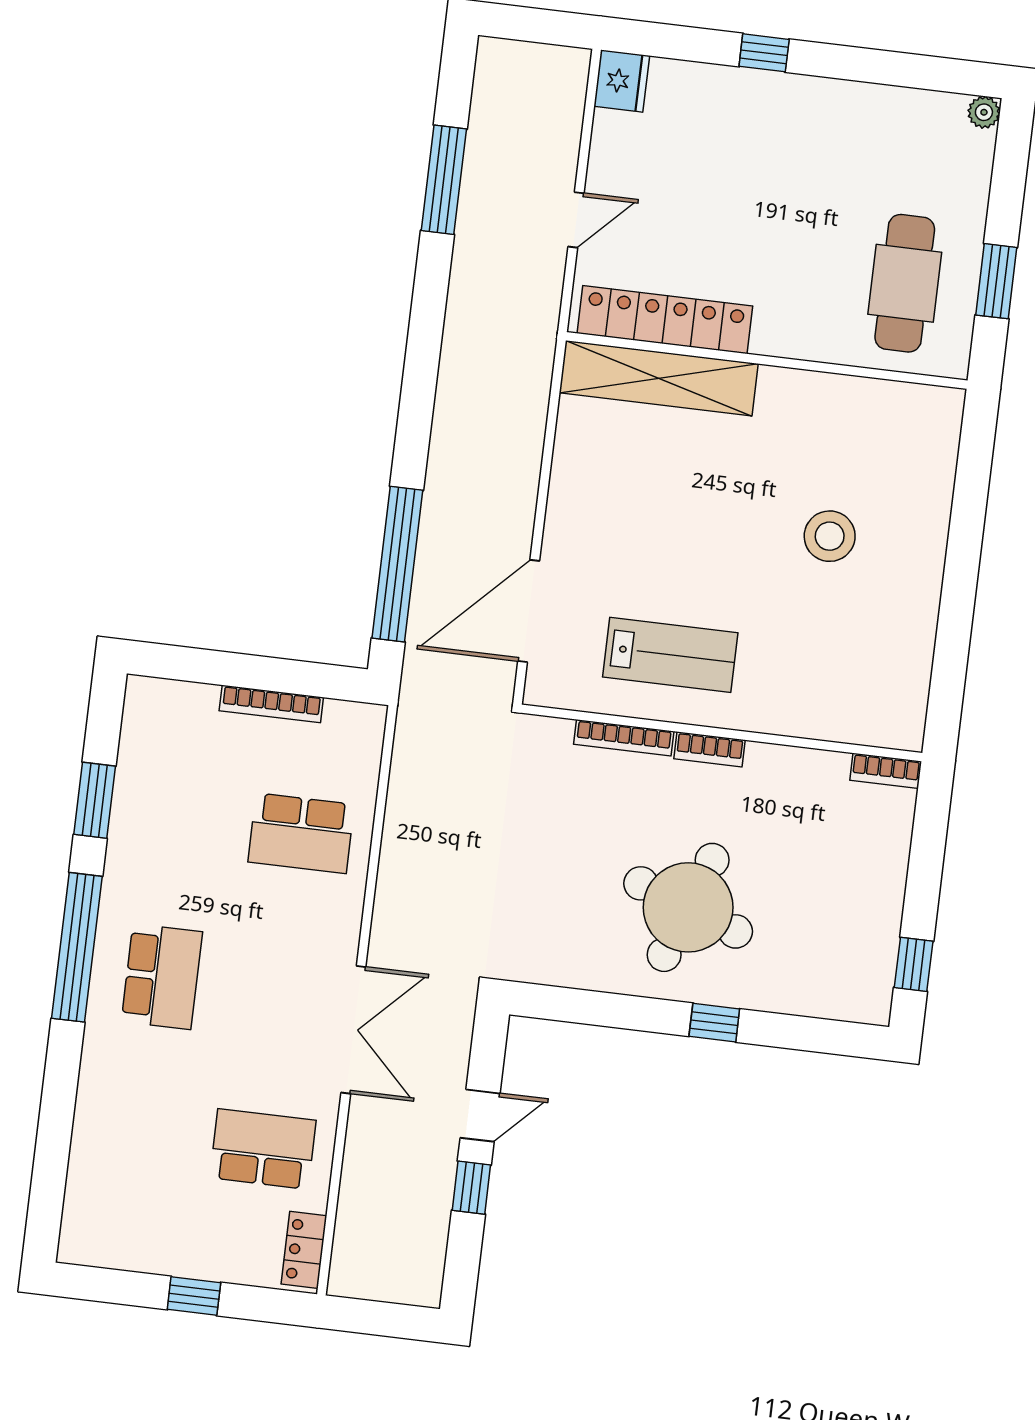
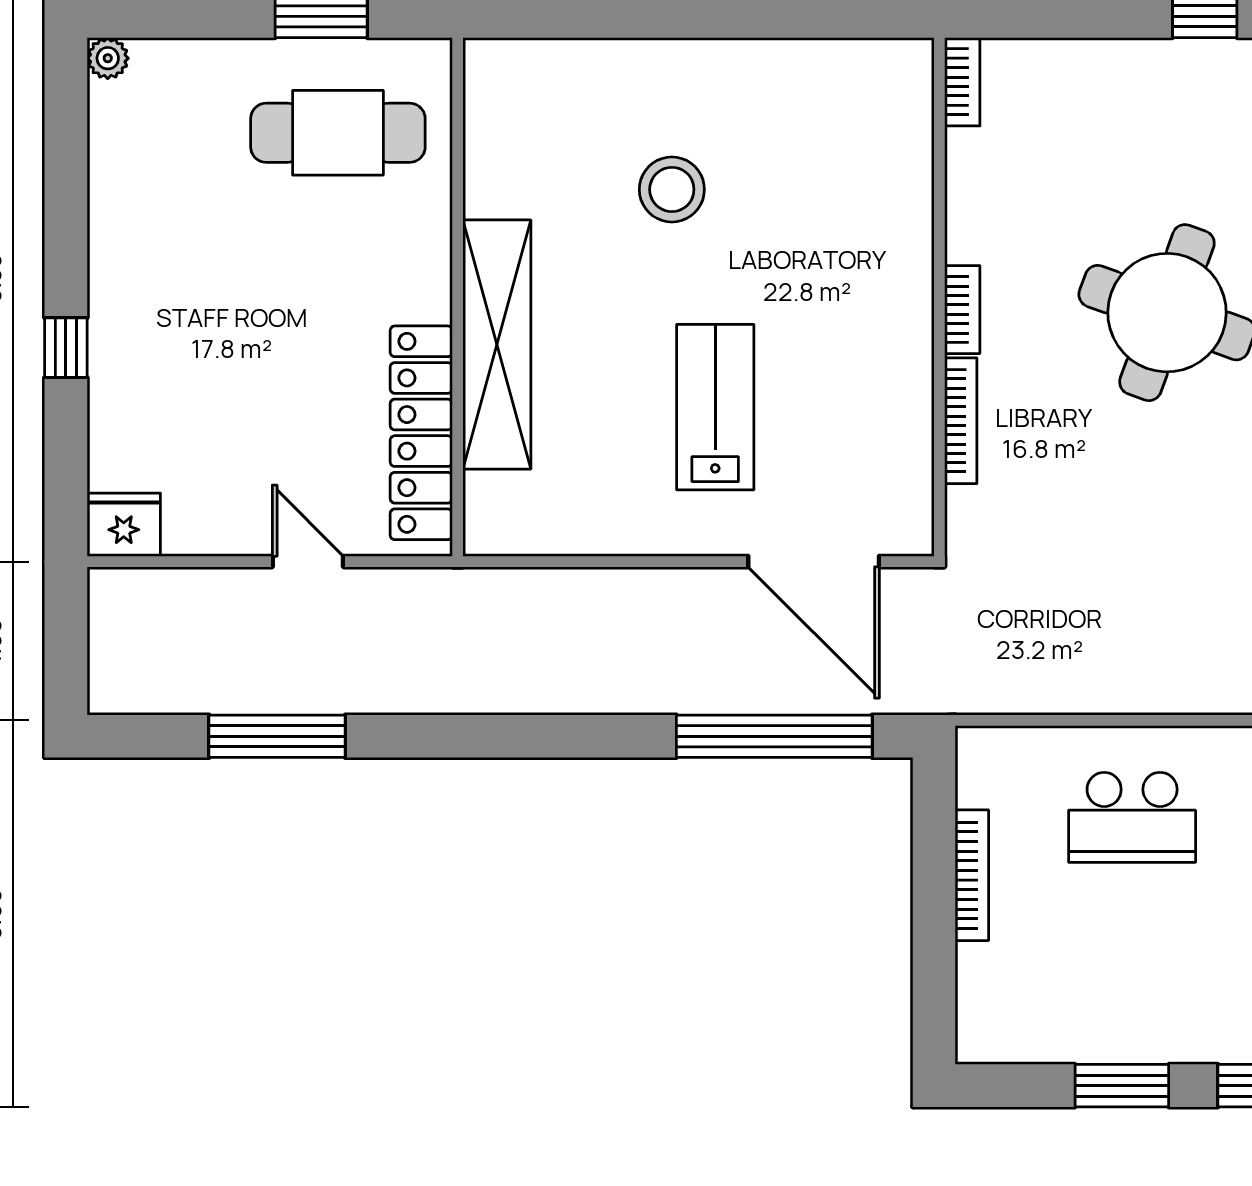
shelving: (659, 378) -> (497, 345), moved
lab bench: (670, 655) -> (715, 407), moved
school desk: (301, 833) -> (1132, 817), turned 90

